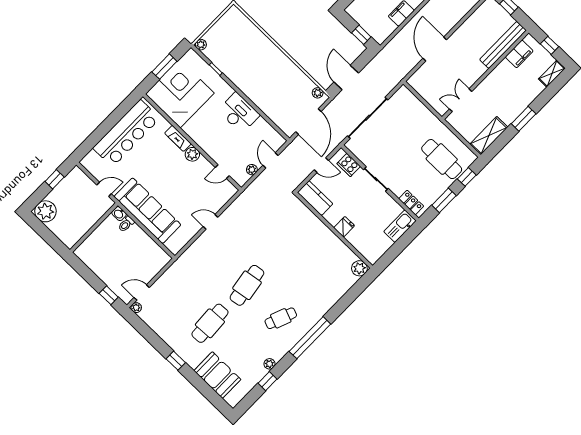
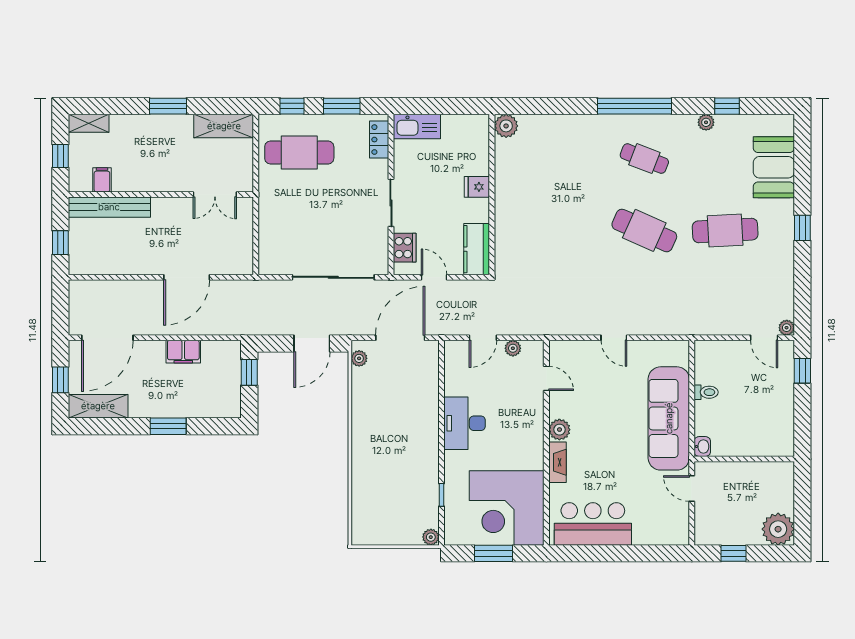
filing cabinet: (519, 54) -> (102, 180), width x0.50
bar counter: (126, 133) -> (593, 524), width x0.73
cafe table: (442, 159) -> (299, 152), turned 90
toilet: (126, 224) -> (706, 392), moved
cafe table: (247, 285) -> (644, 230), turned 33

